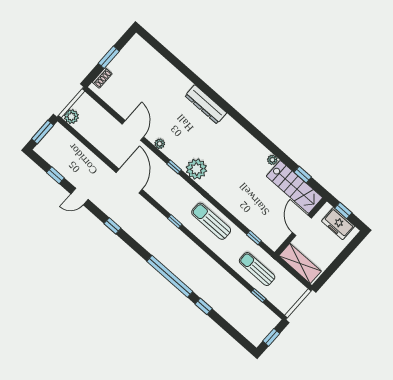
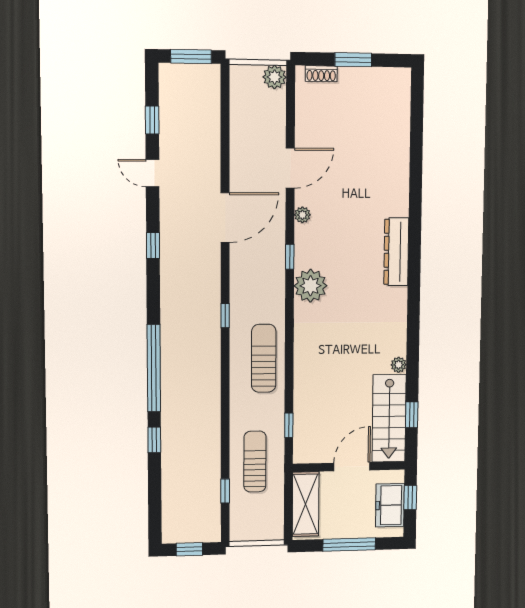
dresser: (206, 104) -> (396, 252), moved
plant: (71, 117) -> (275, 77), moved
window: (339, 260) -> (349, 545), added

